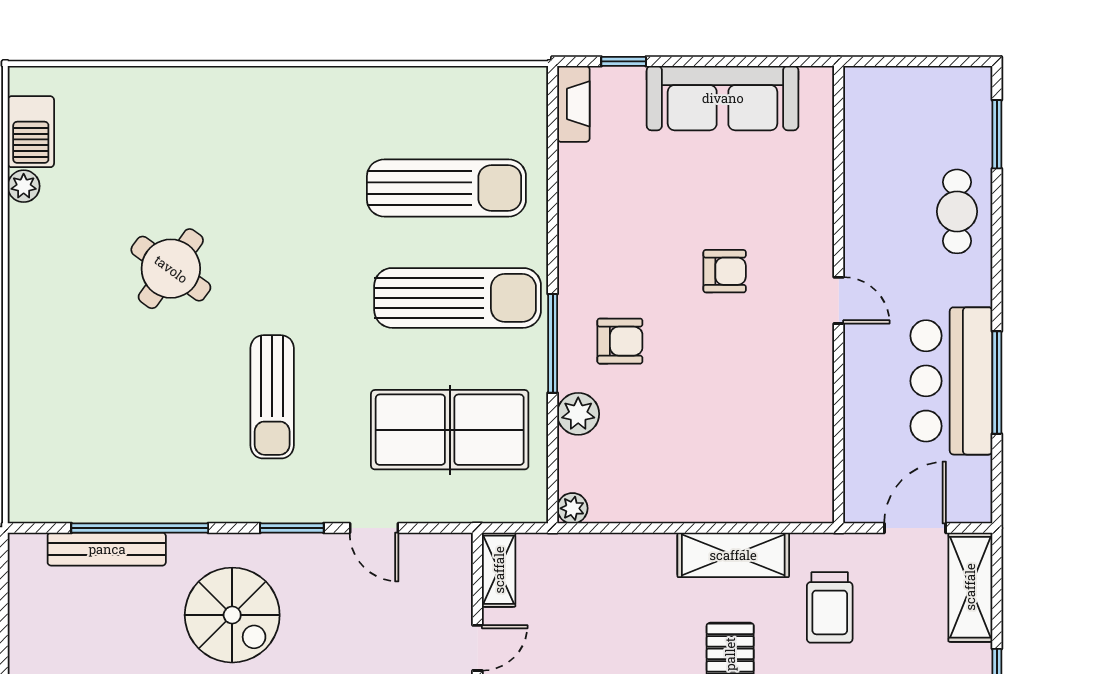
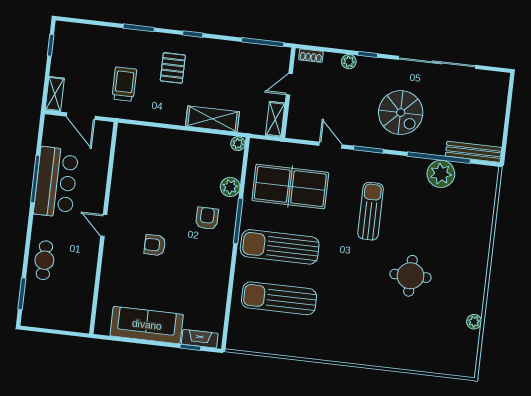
fireplace: (573, 104) -> (200, 339), moved, turned 90
barbecue: (31, 132) -> (468, 346), removed
round table: (171, 269) -> (410, 276), turned -36
armchair: (620, 341) -> (207, 218), turned 90
plant: (131, 494) -> (441, 174), added
door: (915, 528) -> (81, 116), hinge flipped
bench: (107, 549) -> (473, 152), moved
shelving: (733, 555) -> (212, 119), moved
shelving: (970, 587) -> (55, 94), width x0.67, depth x0.75
spiral stairs: (232, 615) -> (401, 113), turned 180

